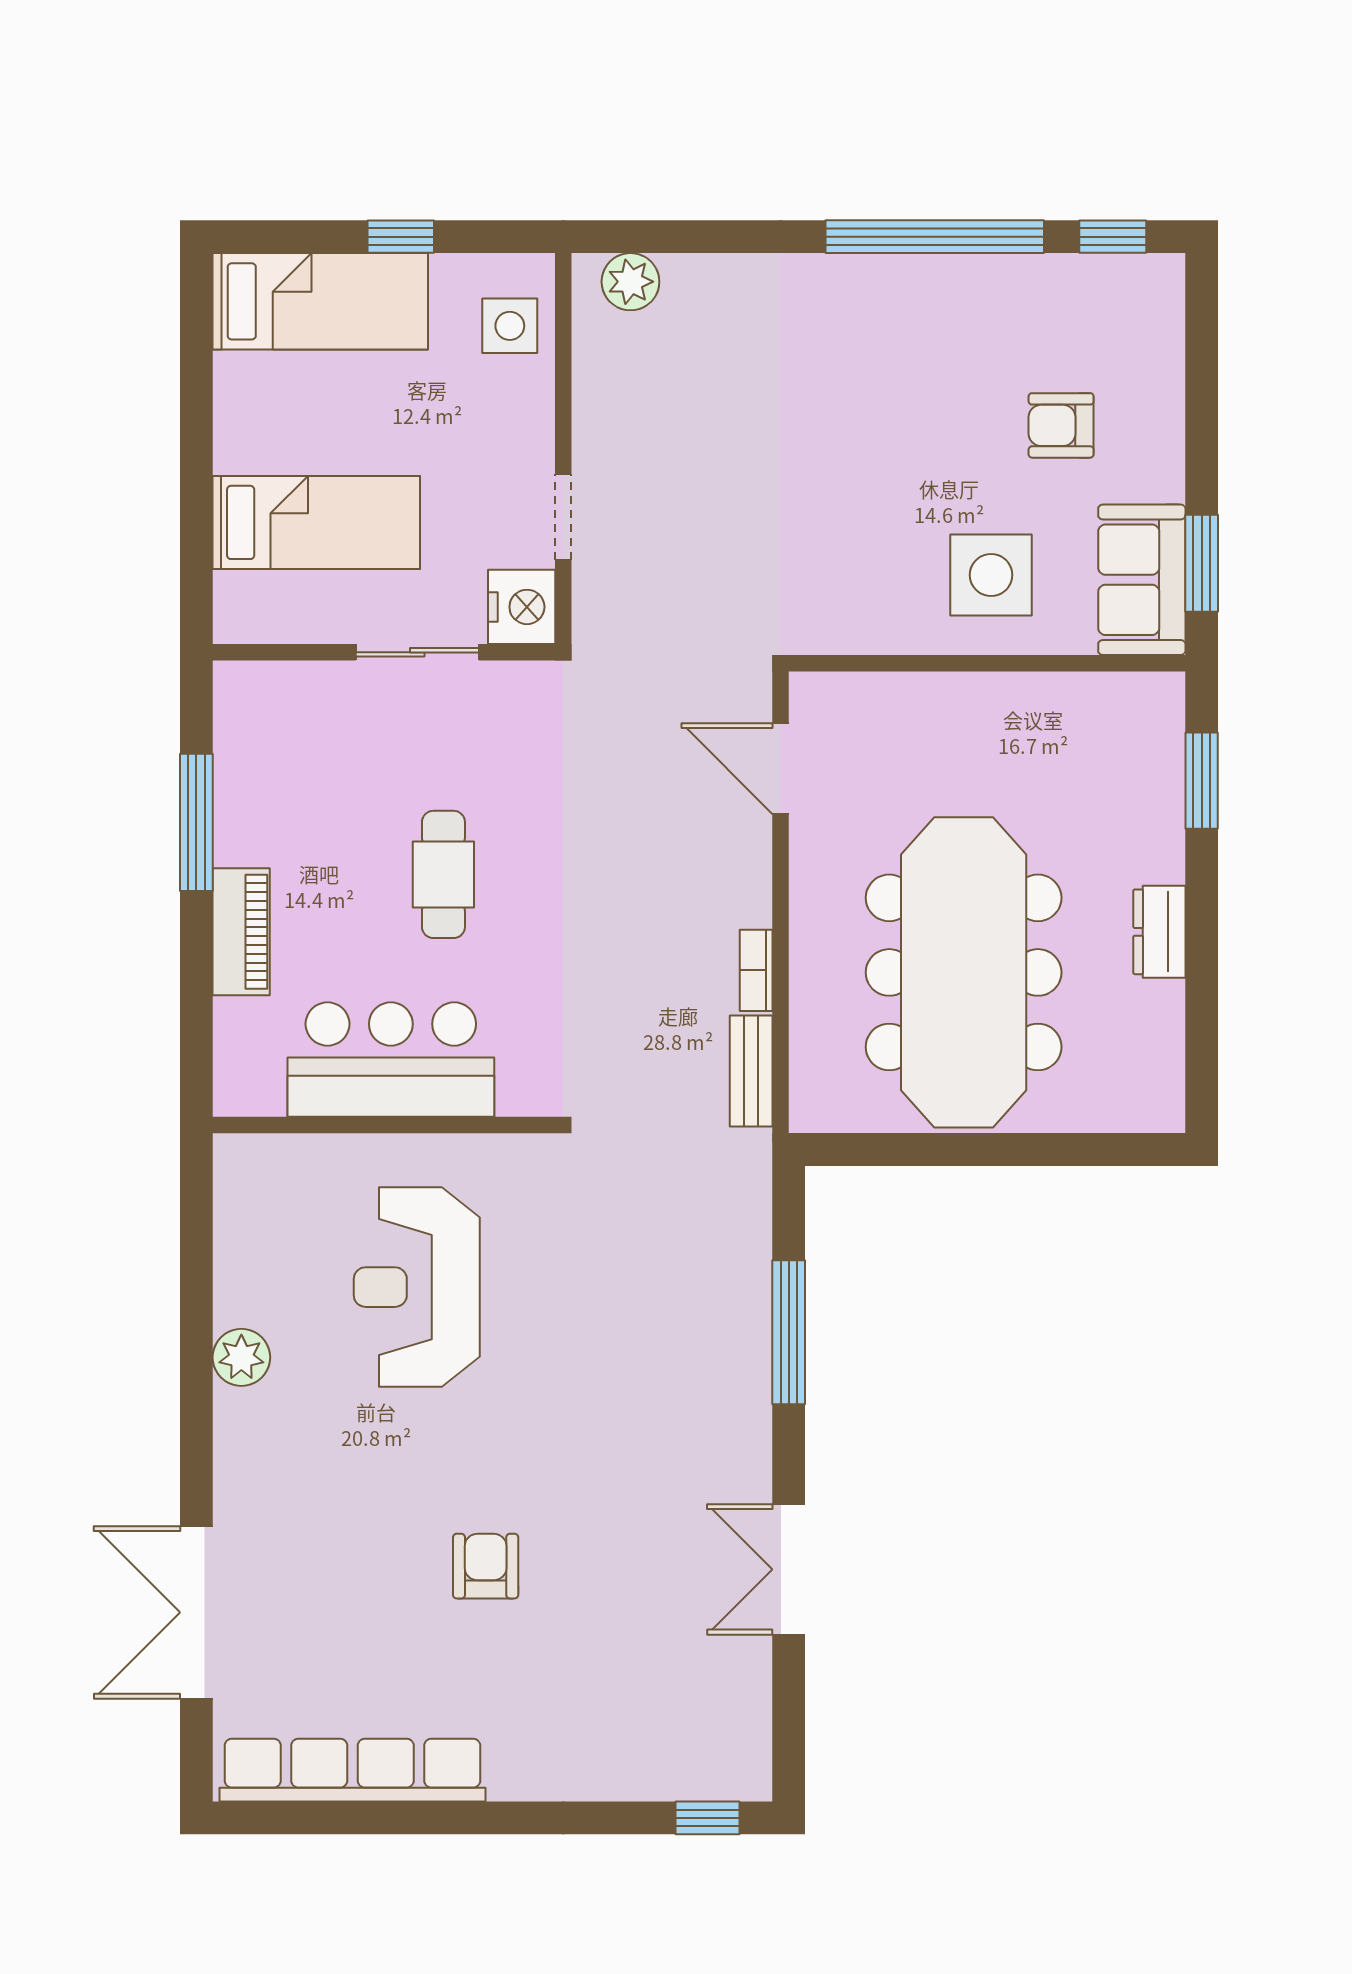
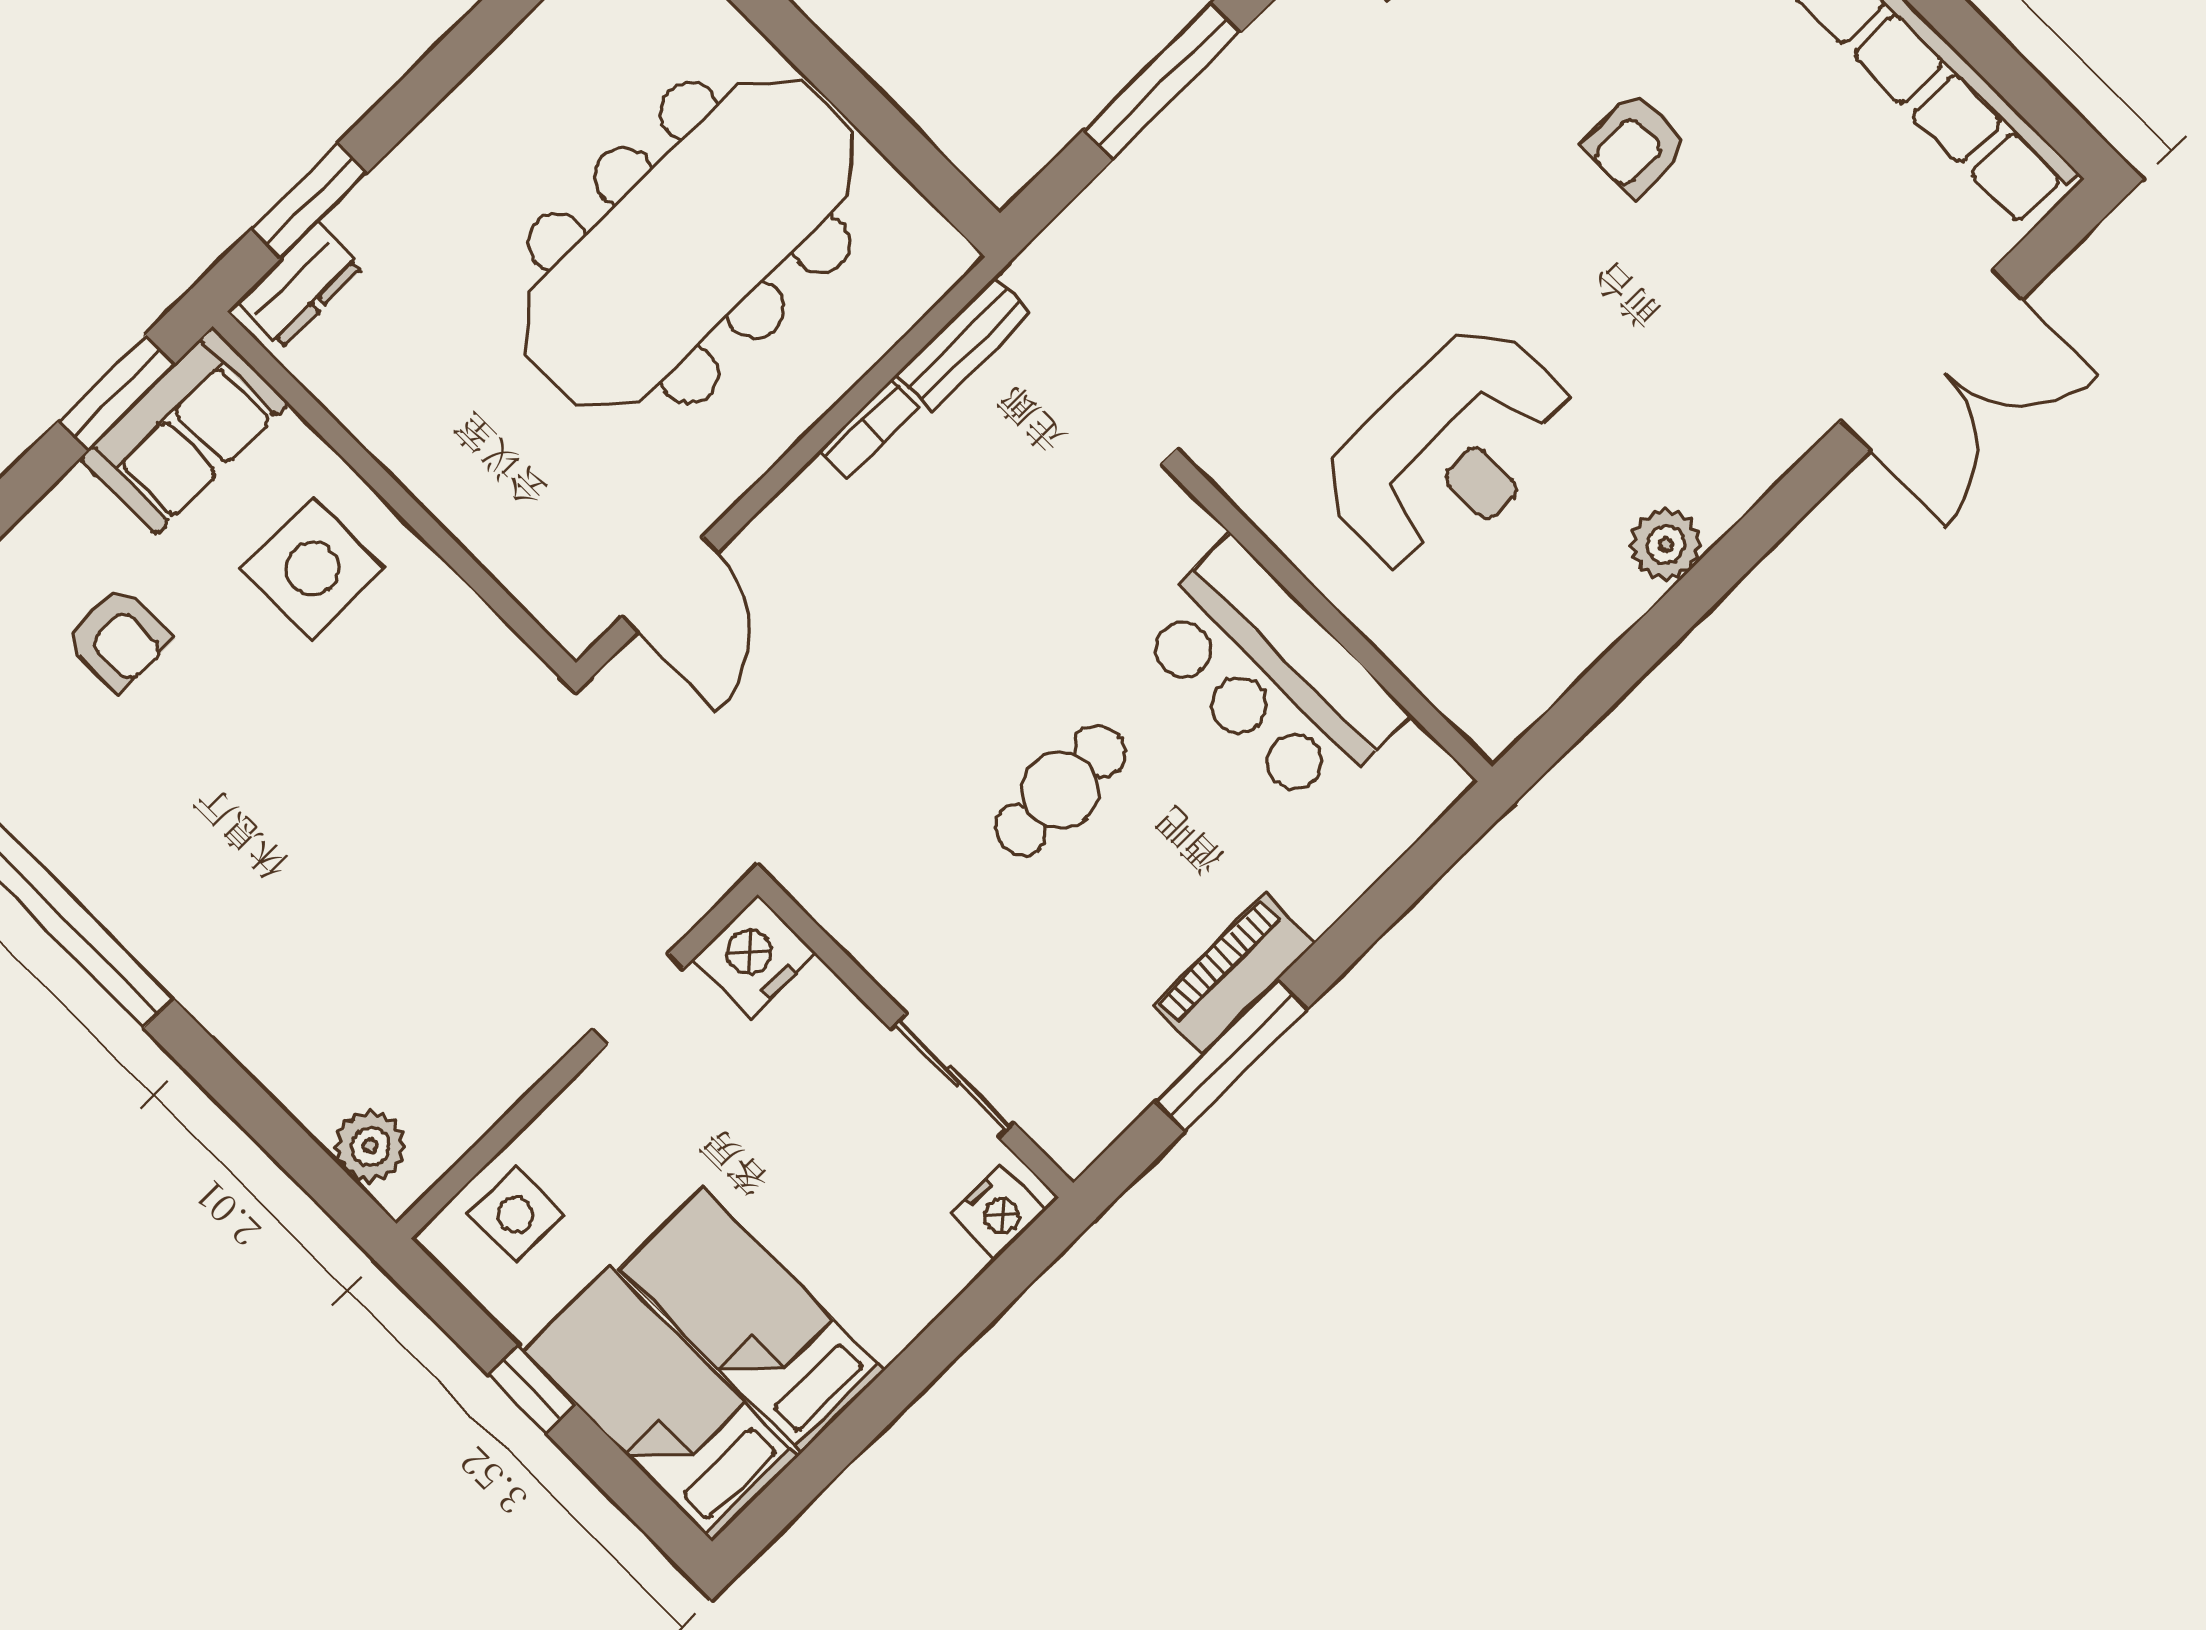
bed: (316, 522) -> (752, 1320), moved
nightstand: (239, 602) -> (998, 1212), added
sliding door: (417, 652) -> (953, 1076), moved
piano: (241, 932) -> (1233, 974), moved
dresser: (1159, 932) -> (300, 285), moved

